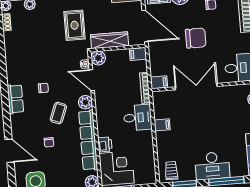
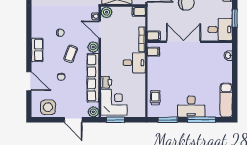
row of seats: (15, 99) -> (37, 50), moved
filing cabinet: (162, 125) -> (153, 52), moved
trolley: (171, 171) -> (155, 98), moved

